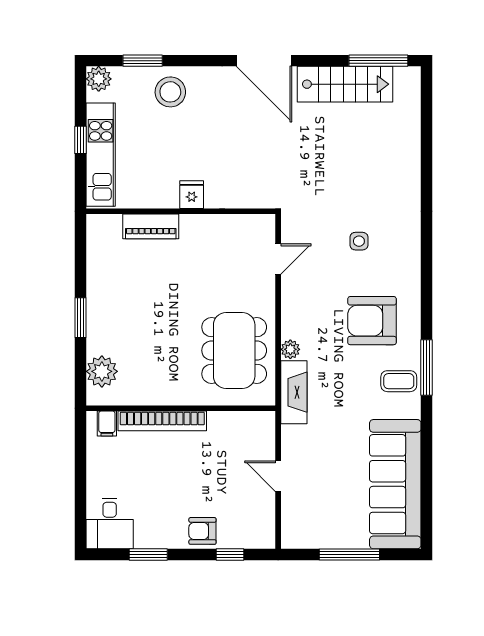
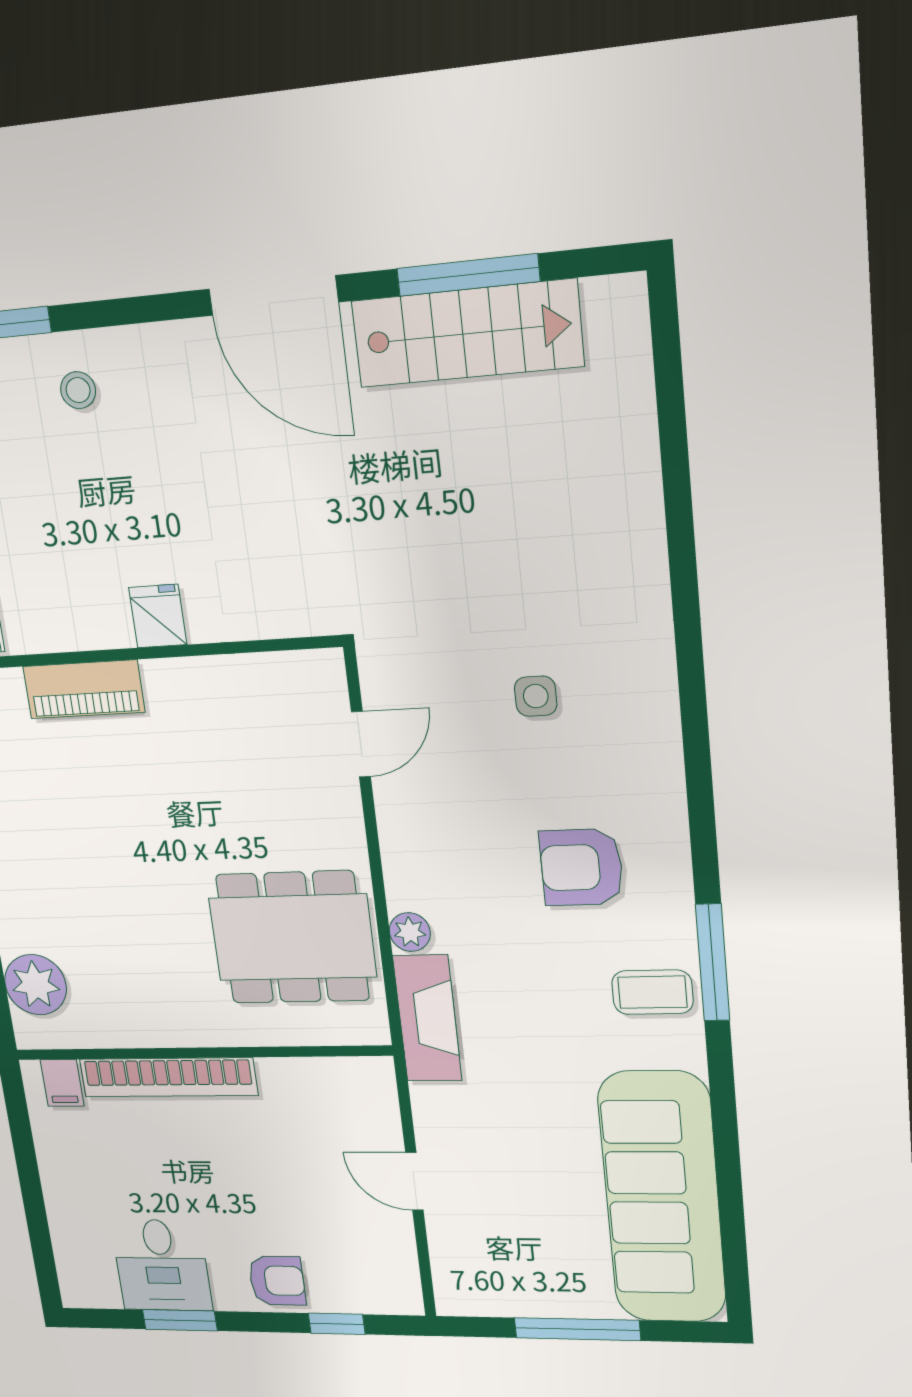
window: (378, 61) -> (468, 275), moved
stool: (170, 92) -> (78, 390), width x0.53, depth x0.53
armchair: (372, 321) -> (581, 867), width x0.73, depth x0.73
dining table: (234, 350) -> (292, 938), turned 90
desk: (110, 523) -> (162, 1265), moved
armchair: (202, 531) -> (277, 1281), turned 180

